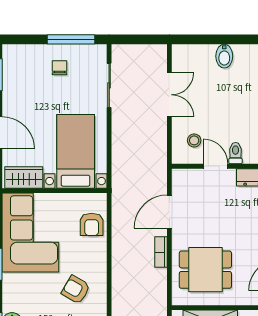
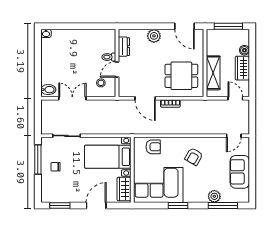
bidet: (224, 56) -> (48, 90), moved
dining table: (205, 270) -> (181, 76), turned 90

